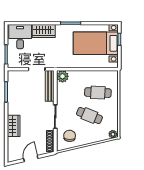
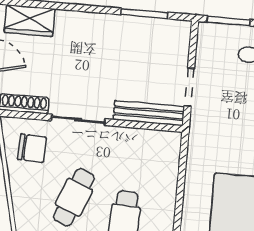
plant: (63, 76) -> (168, 144), removed
wardrobe: (14, 126) -> (30, 21), moved

